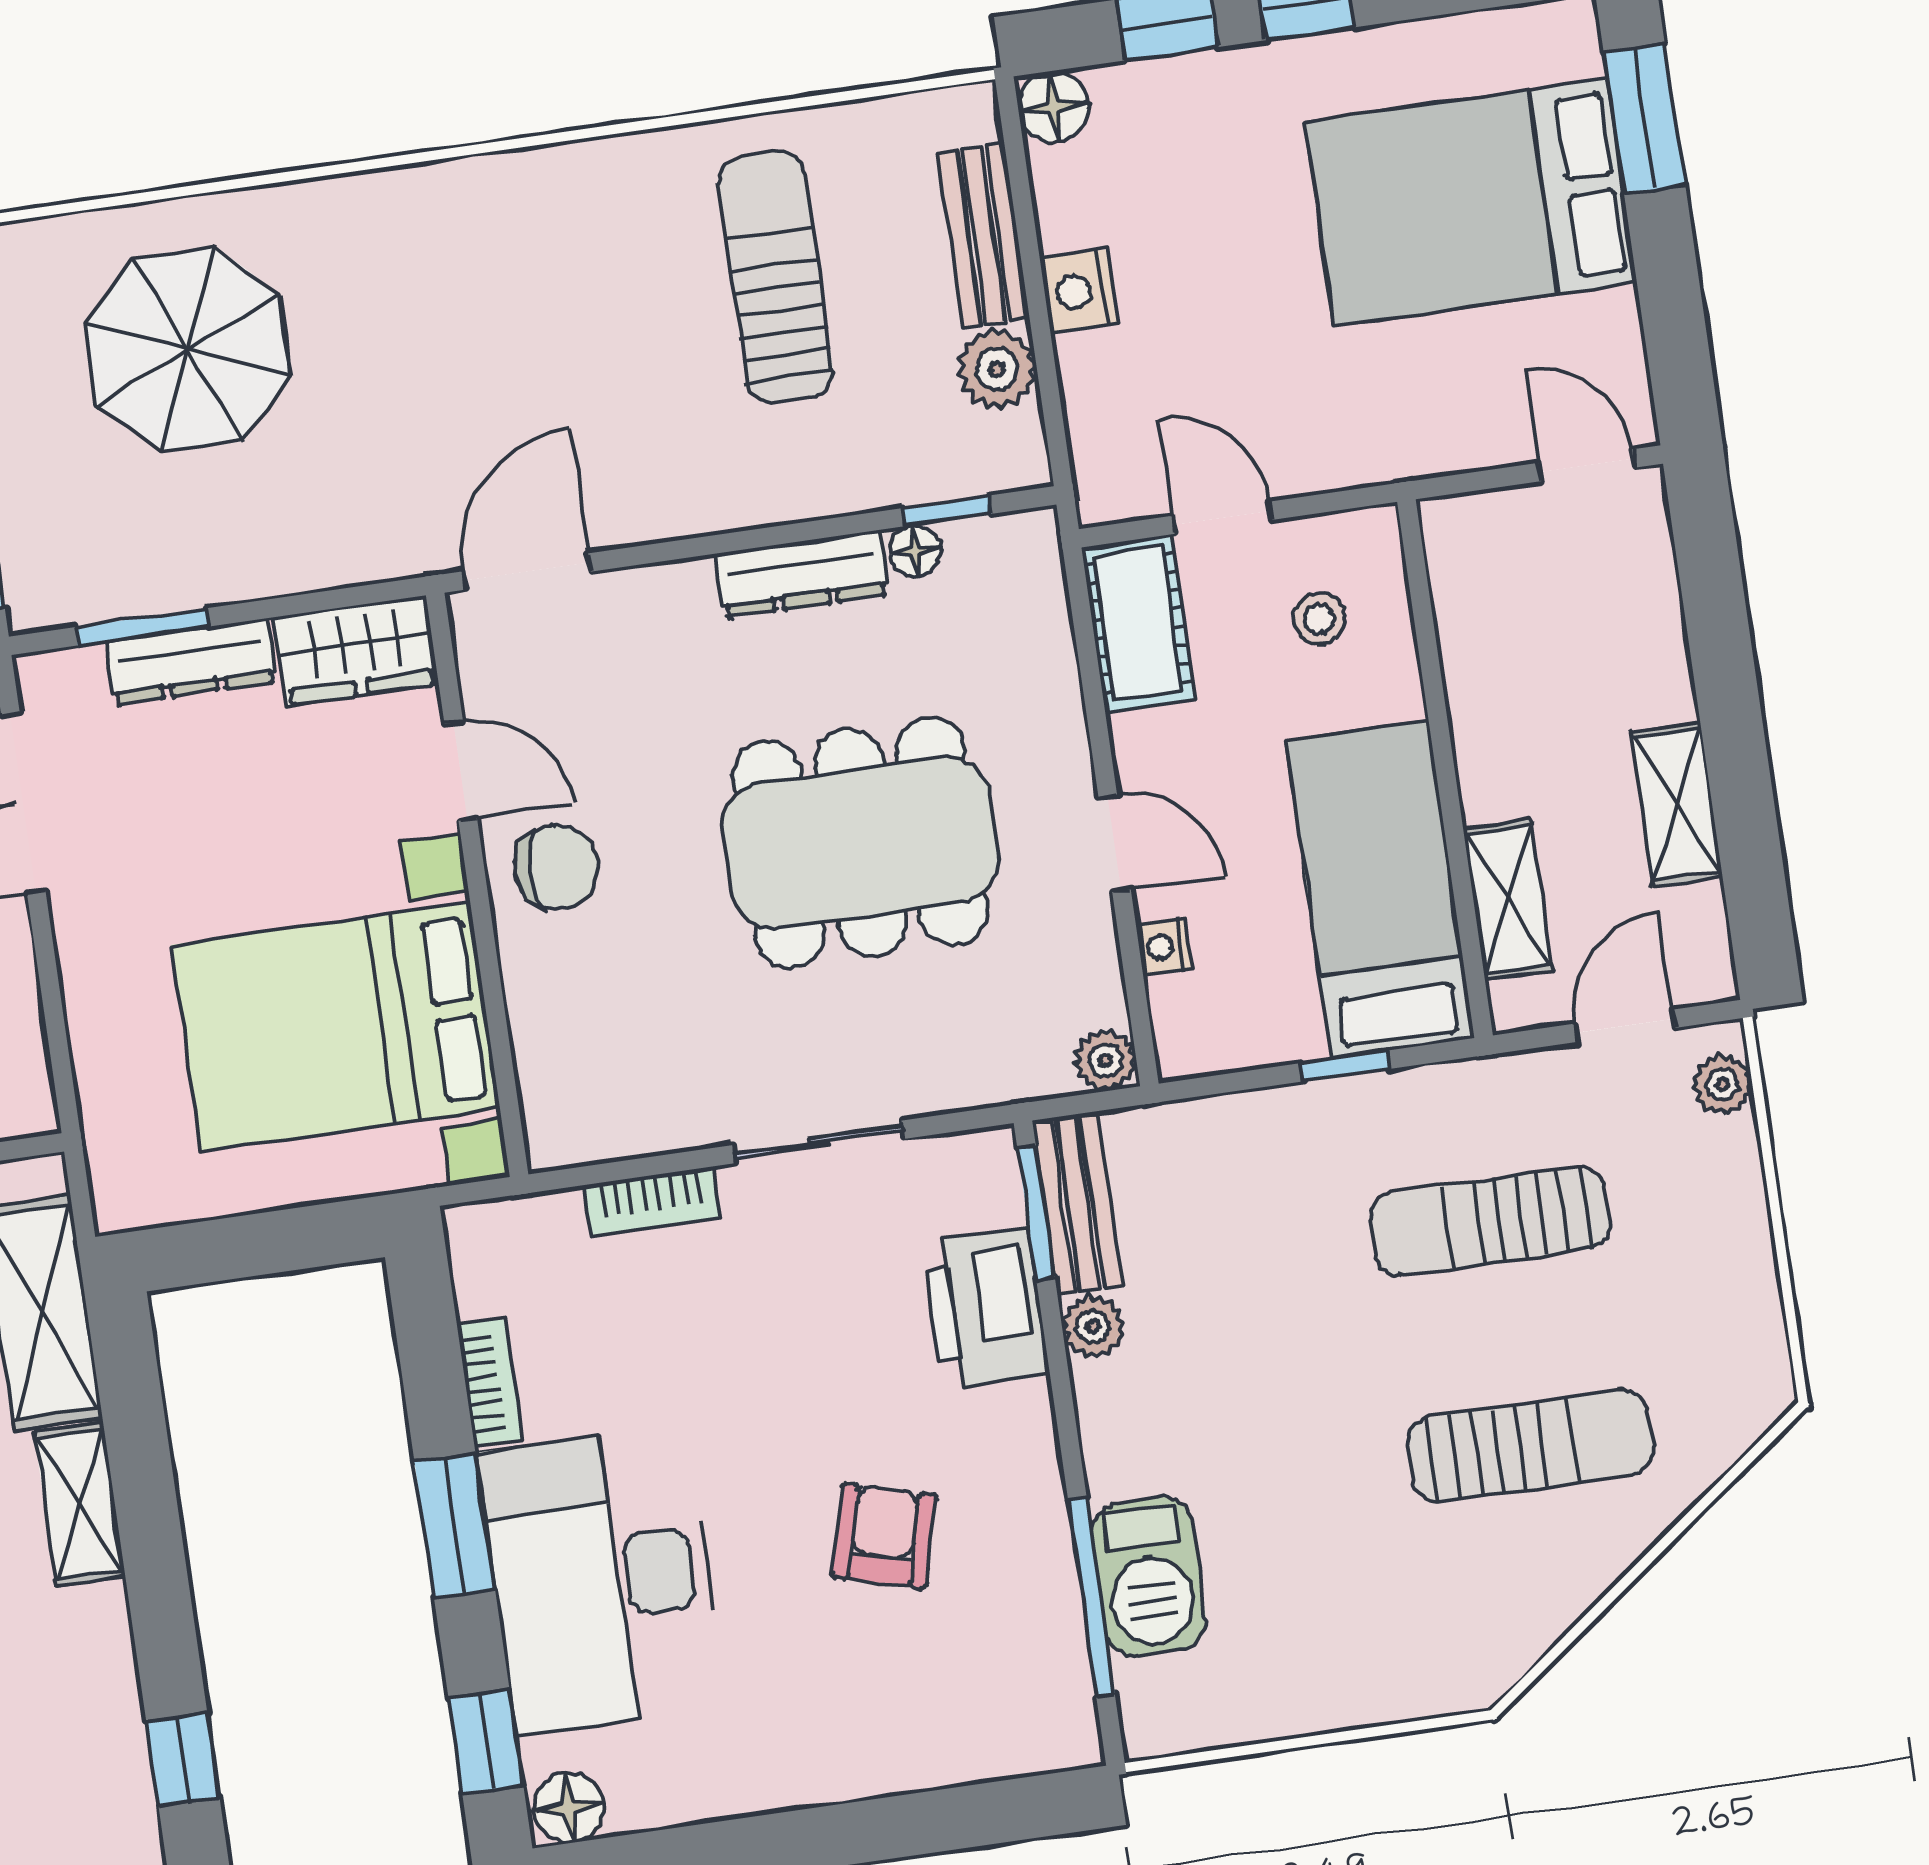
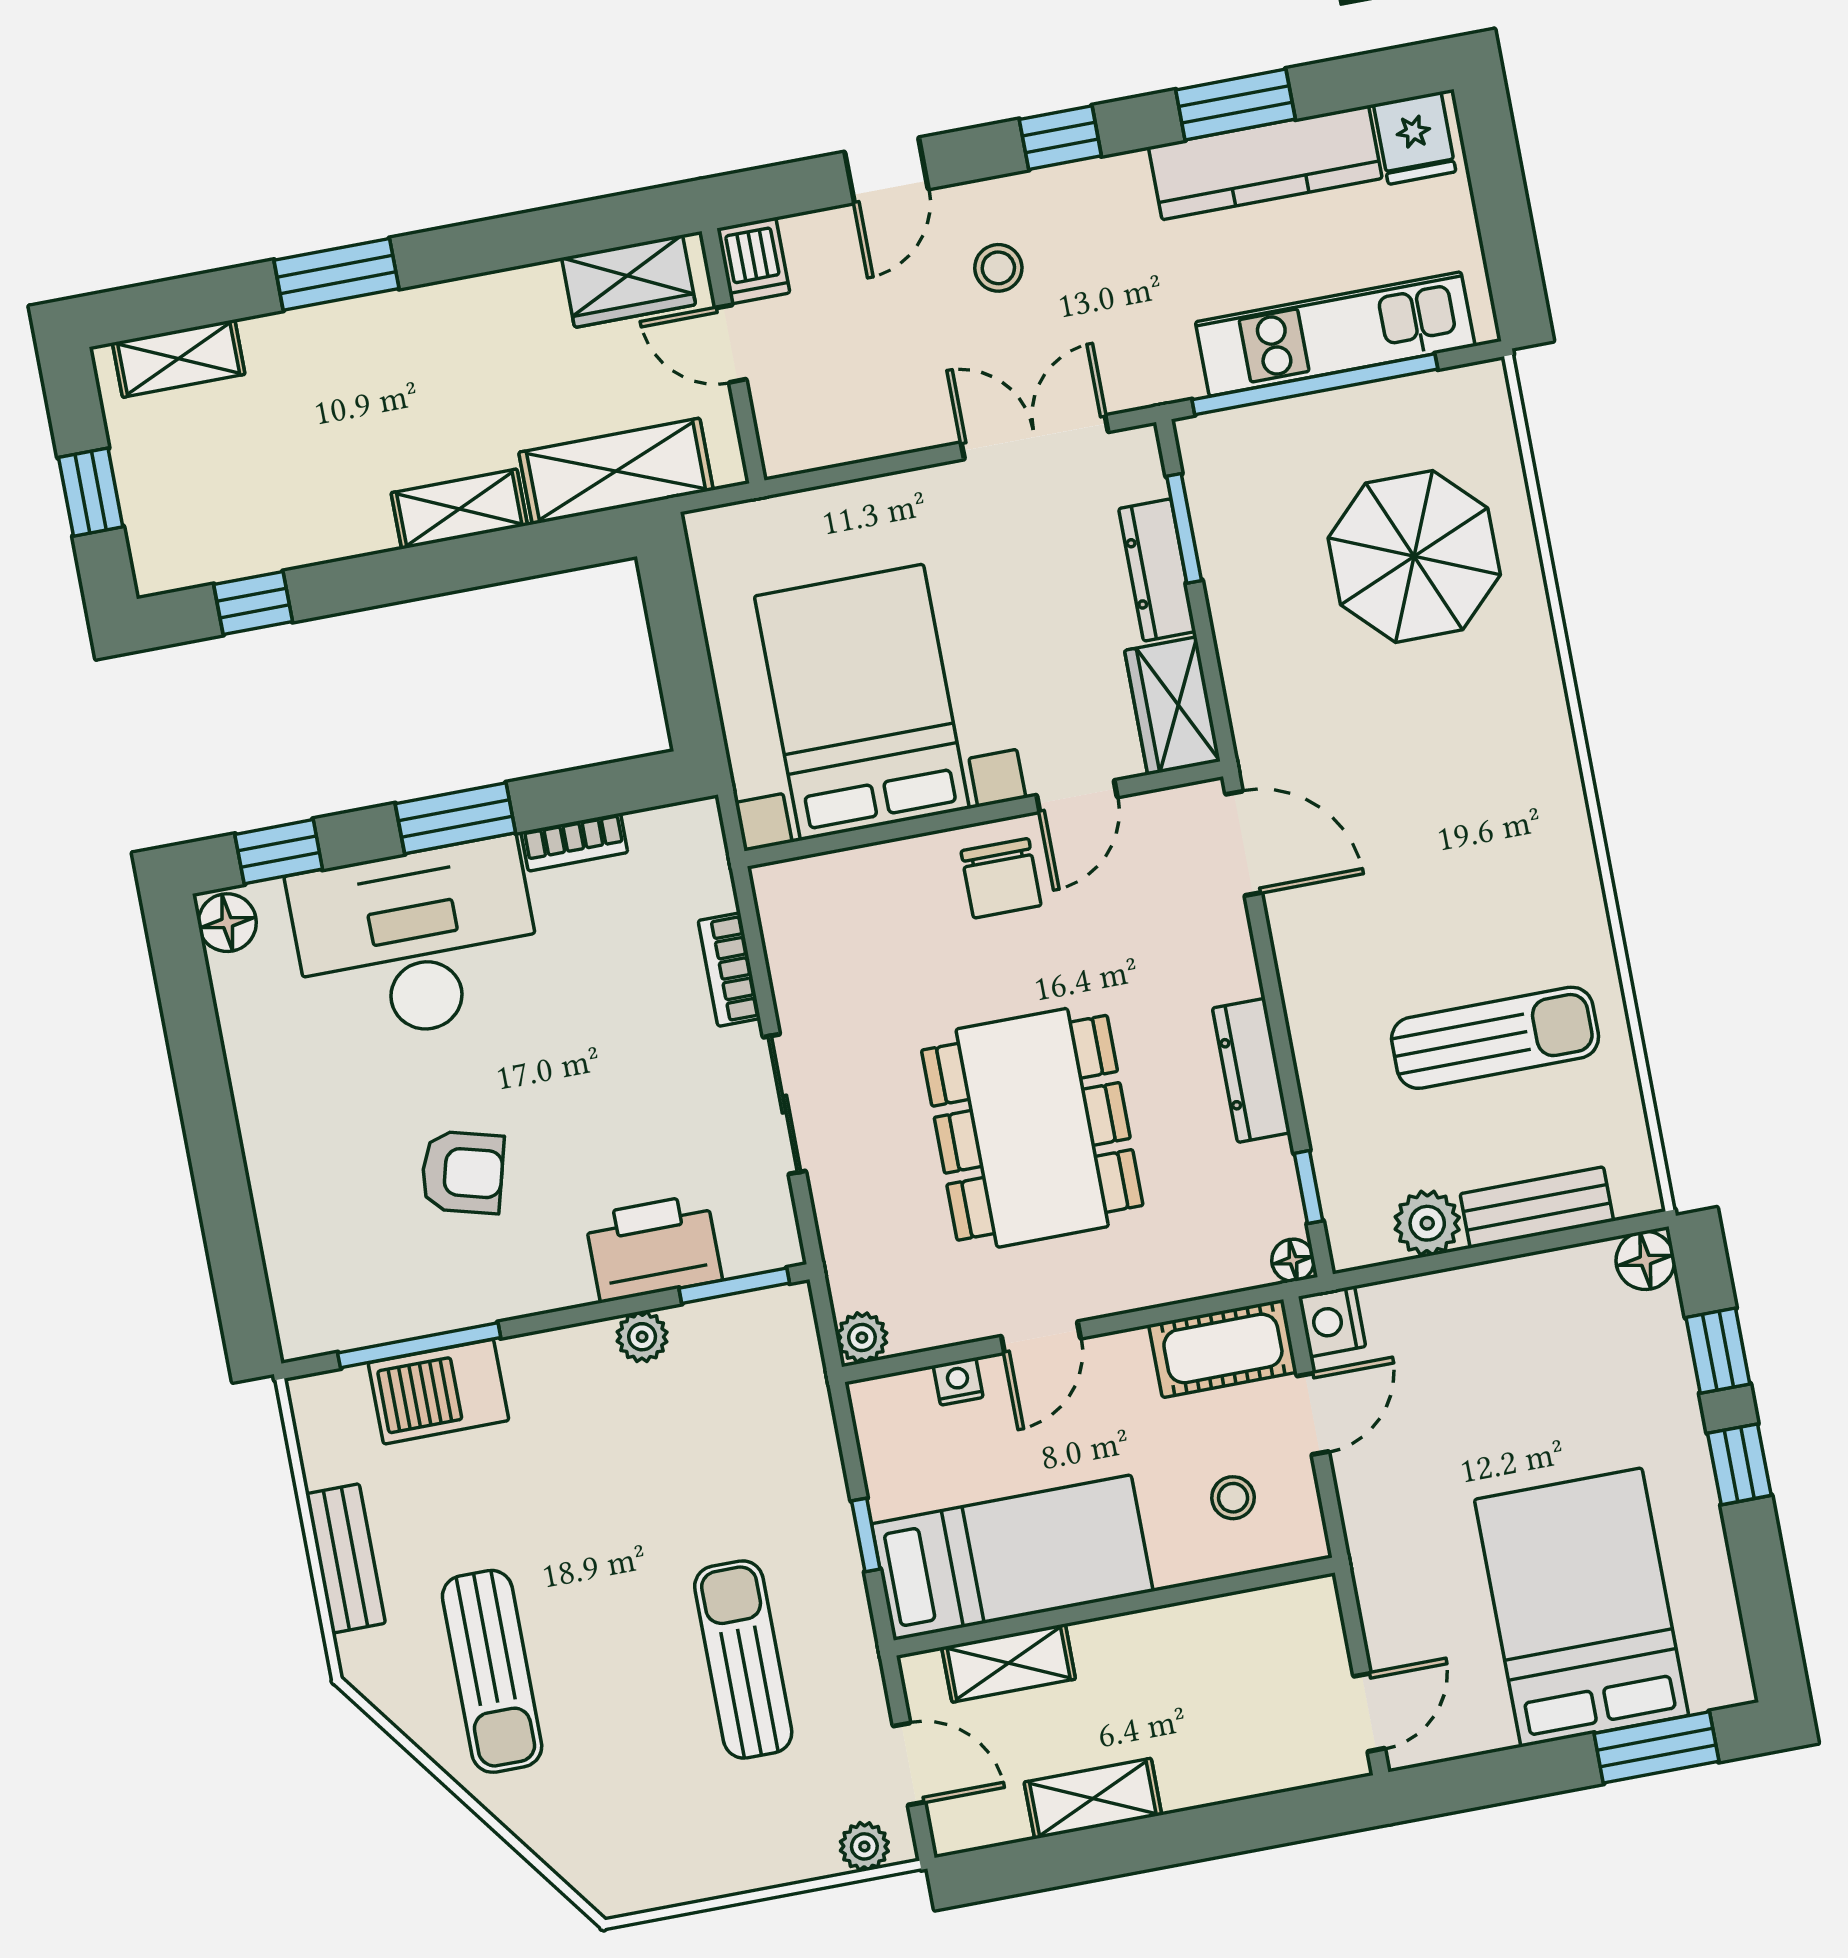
nightstand: (1079, 291) -> (1332, 1321), moved, turned -90
floor lamp: (915, 551) -> (1293, 1260), moved
bench: (1077, 1204) -> (346, 1558), moved, turned 90
sun lounger: (1530, 1446) -> (492, 1671), moved

